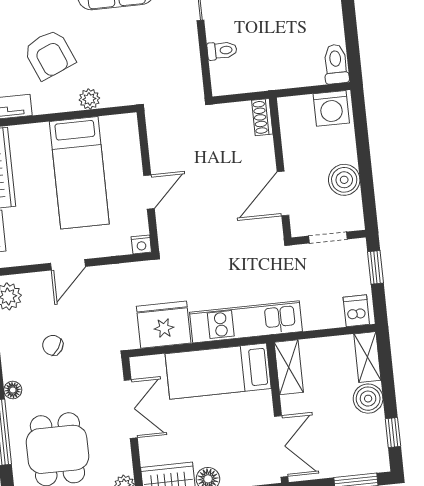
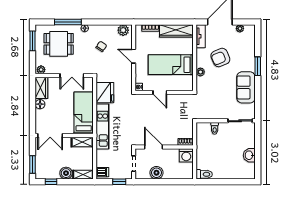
washing machine: (331, 108) -> (186, 155), moved, turned -90

